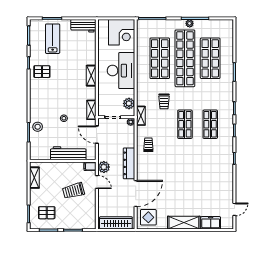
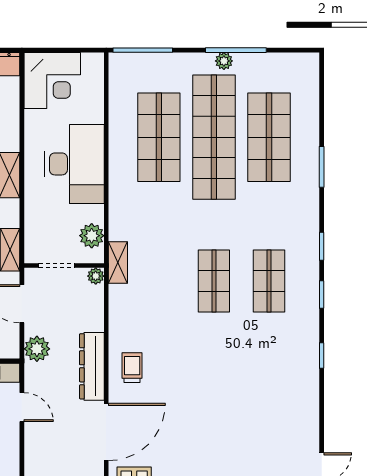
corner desk: (122, 32) -> (52, 80), moved
trolley: (164, 101) -> (168, 231), removed
trolley: (148, 145) -> (132, 368), moved
plant: (104, 167) -> (37, 349), moved

